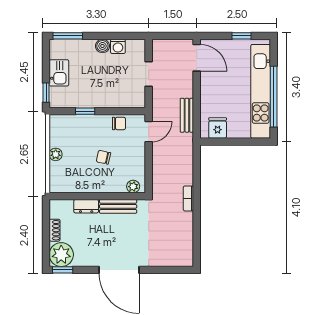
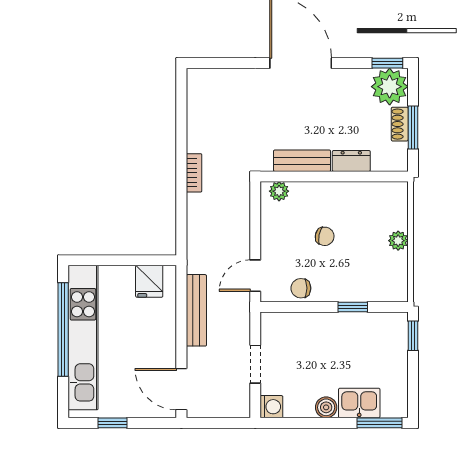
washing machine: (118, 46) -> (271, 407), moved, turned 90
kitchen sink: (59, 73) -> (359, 403), moved, turned 90
bench: (187, 115) -> (196, 310), width x1.36
window: (46, 228) -> (413, 127), added

